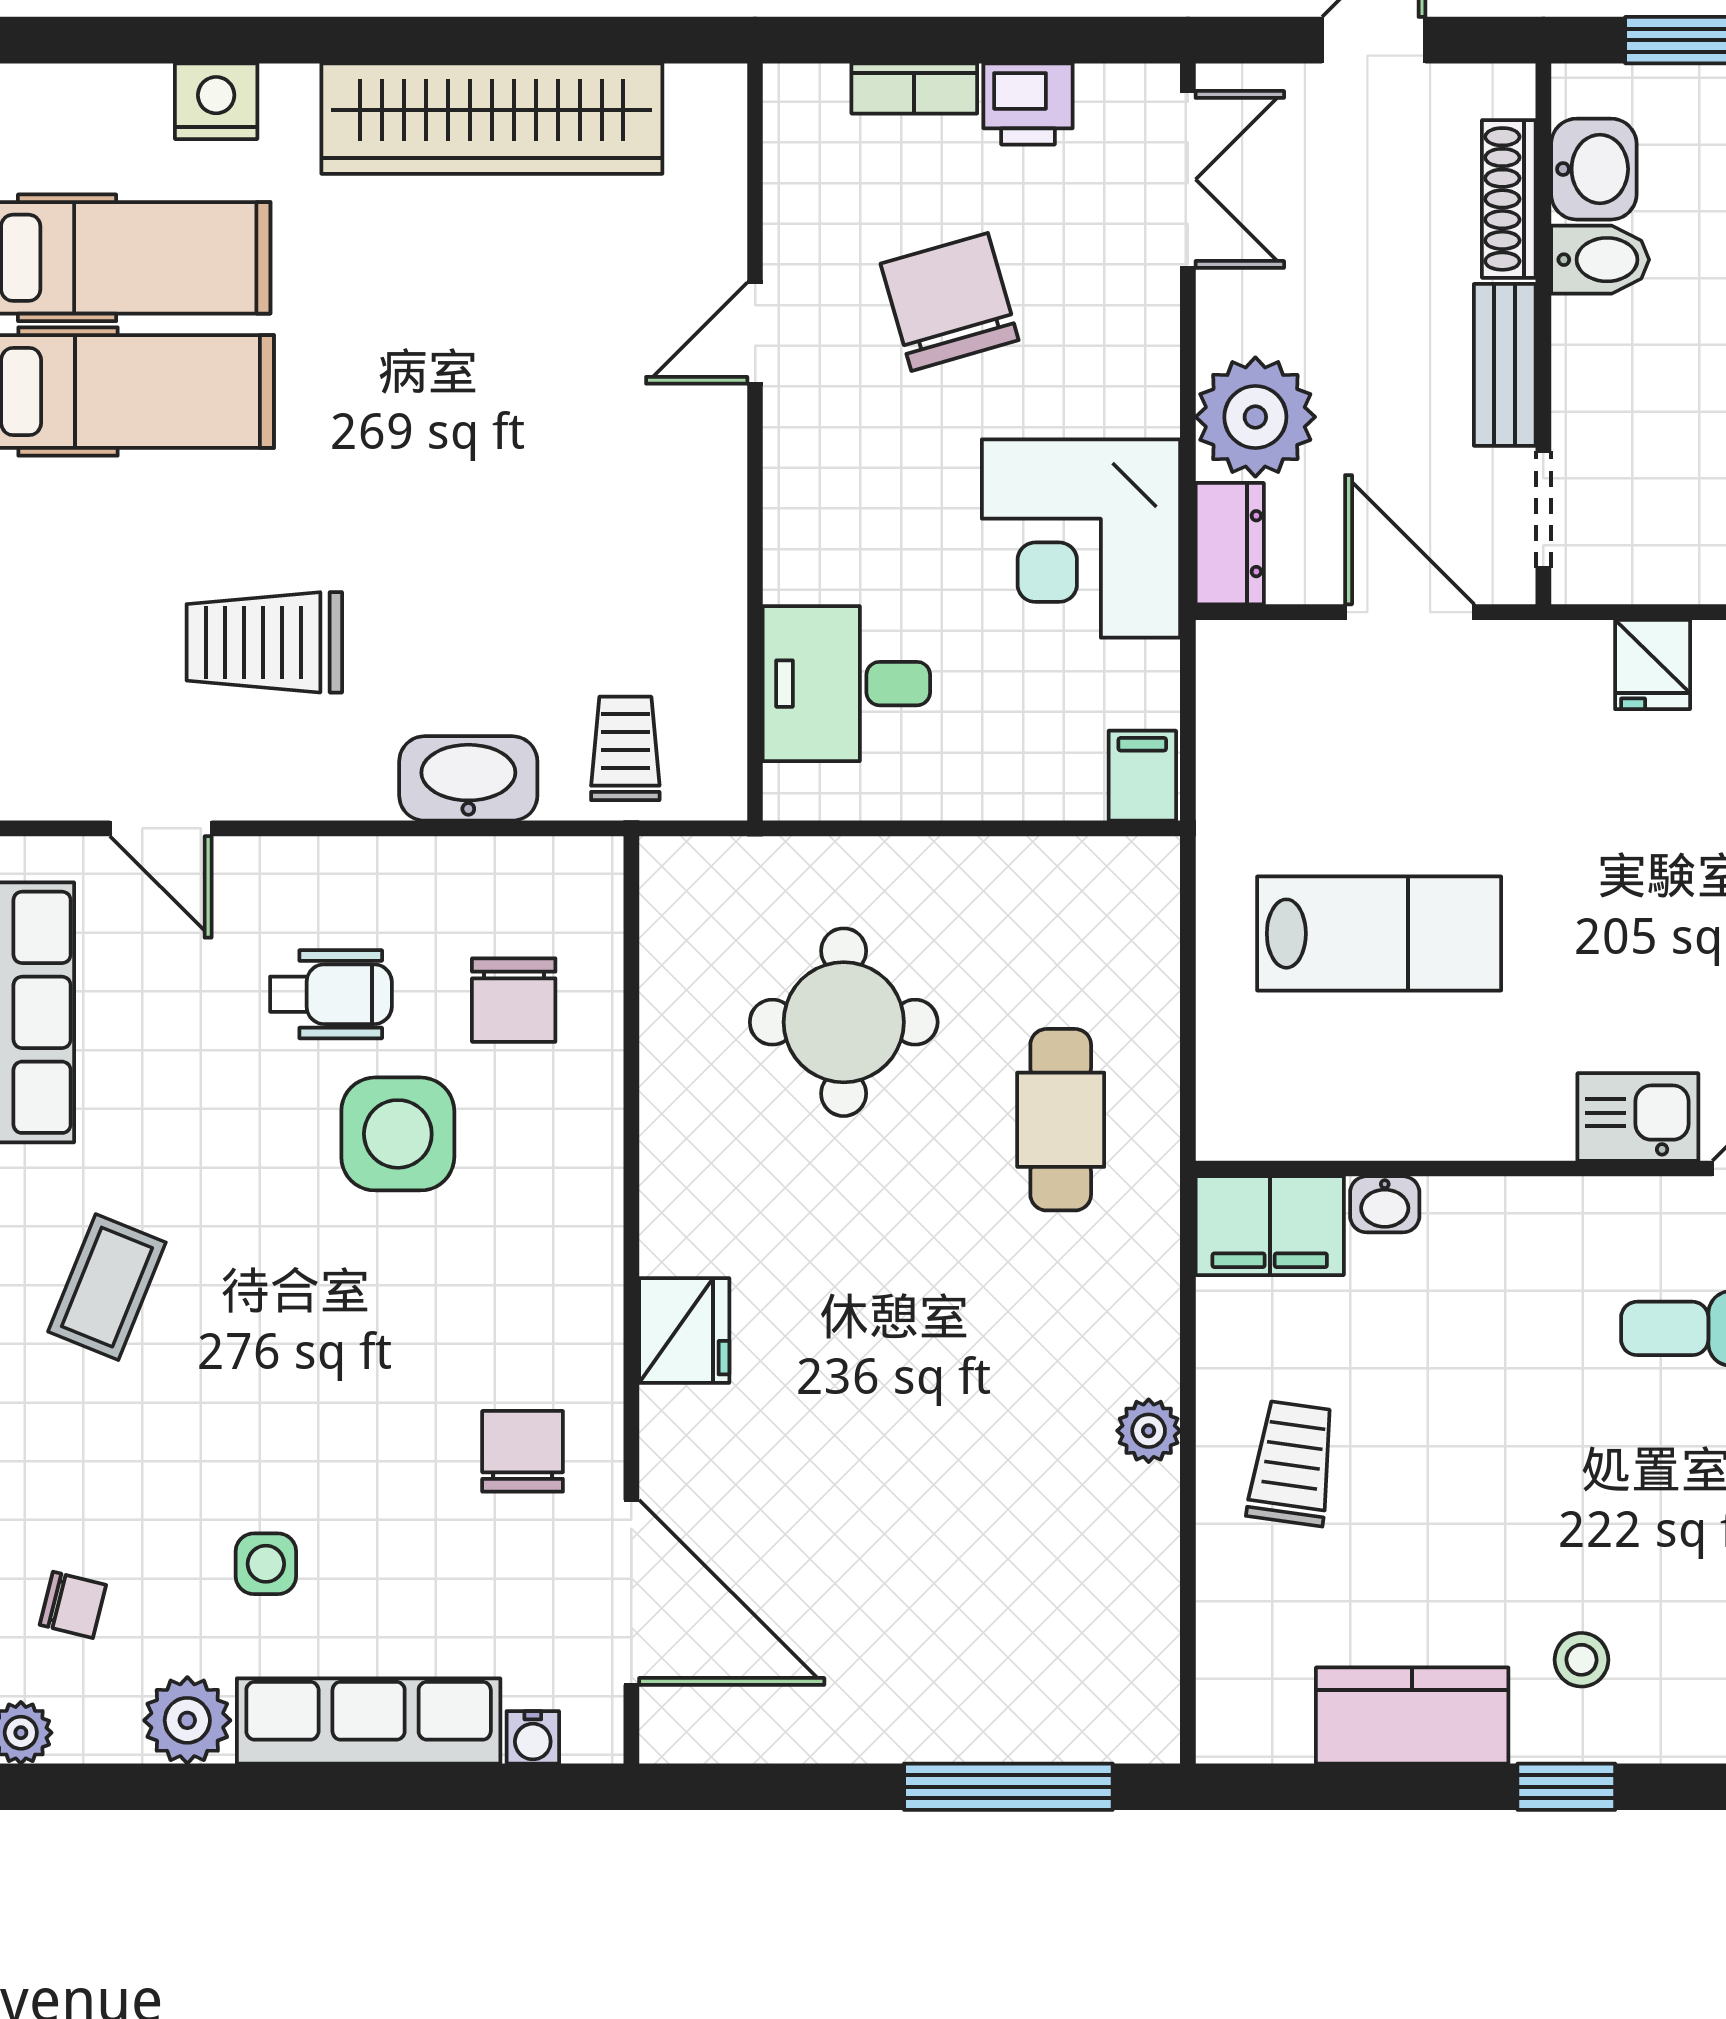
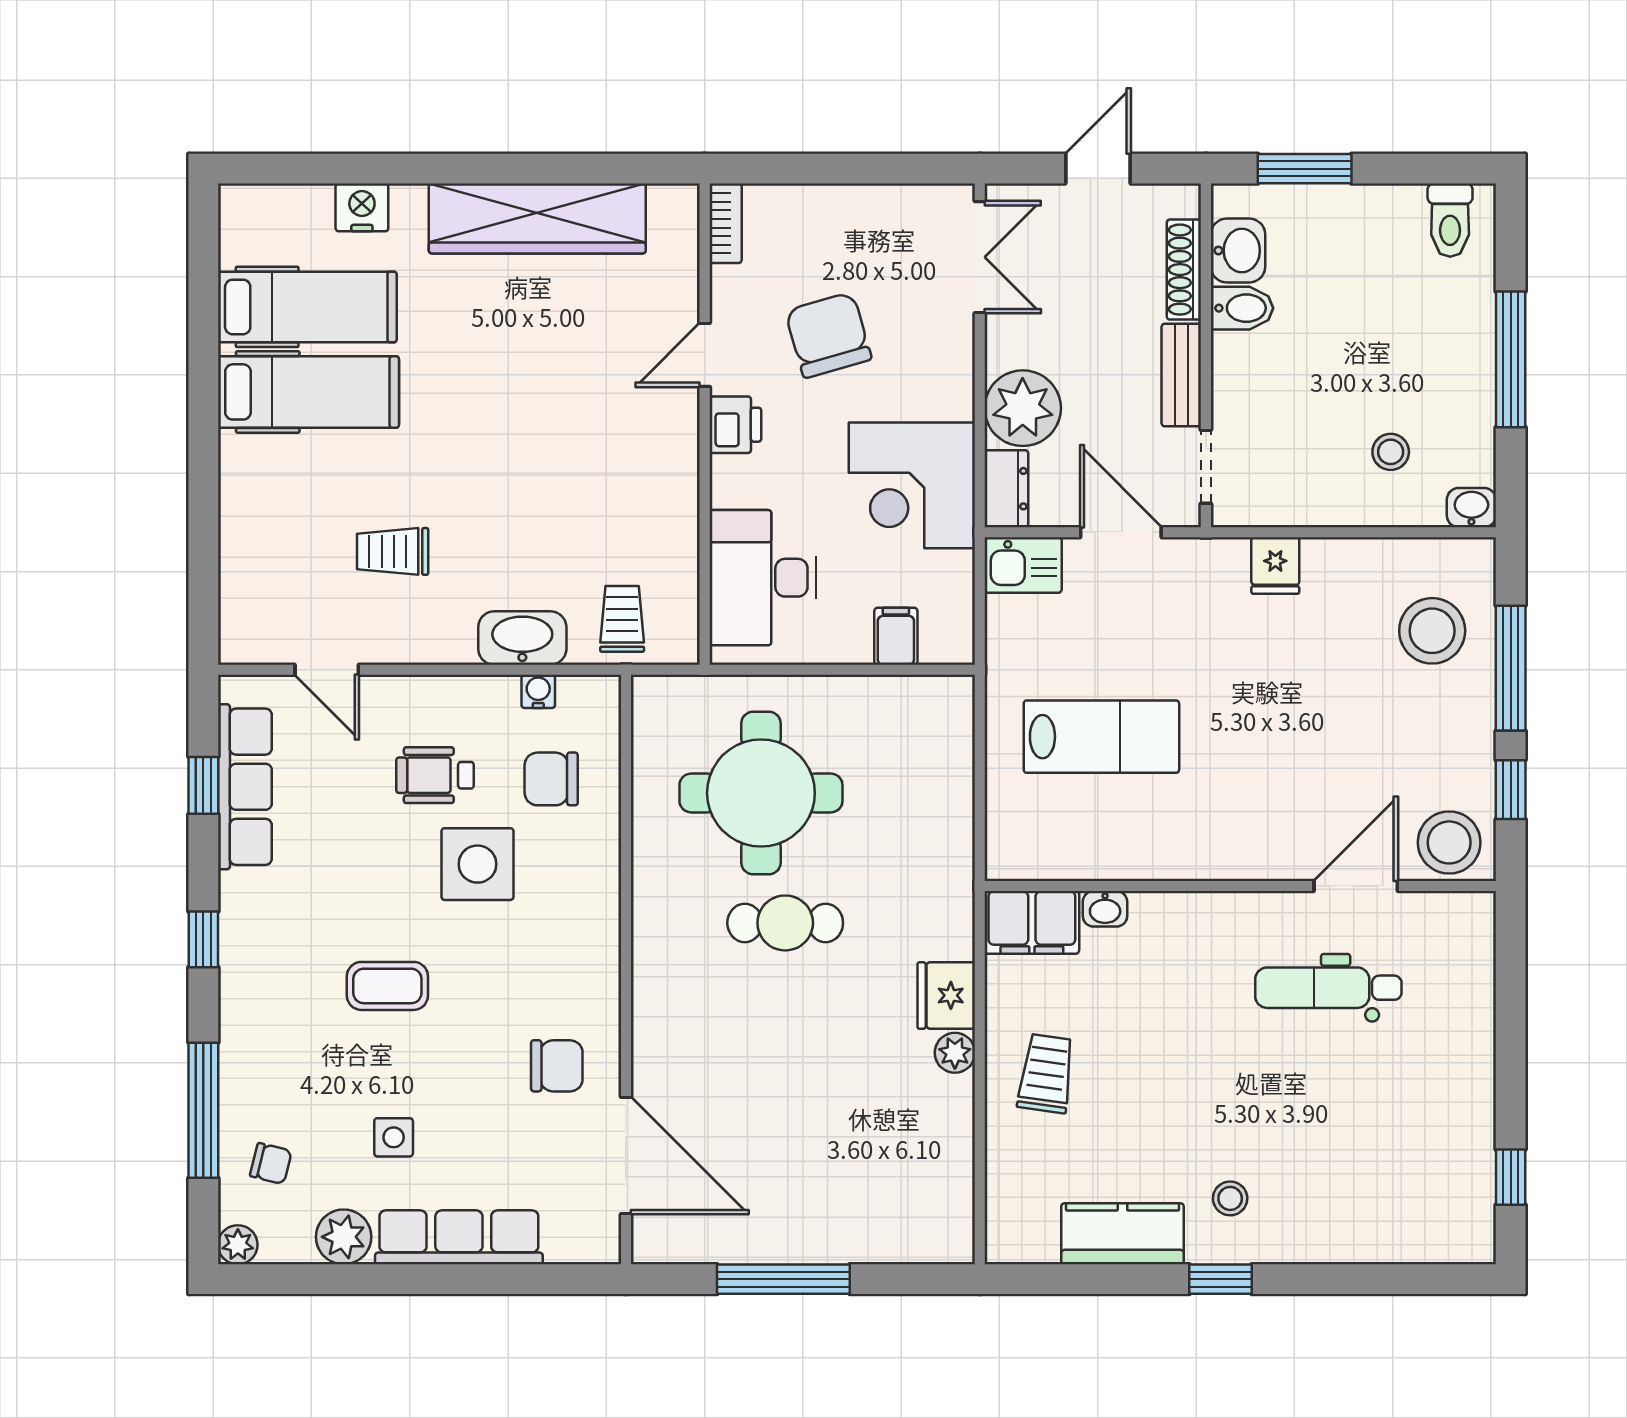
bookcase: (914, 88) -> (726, 223), moved, turned -90
printer: (1028, 104) -> (735, 425), moved, turned -90
trolley: (264, 642) -> (393, 551), width x0.73, depth x0.72
desk: (846, 684) -> (763, 578), width x1.37
filing cabinet: (1142, 776) -> (896, 636), moved
wheelchair: (331, 994) -> (435, 775), turned 180
chair: (514, 1000) -> (551, 779), turned 90
round table: (844, 1022) -> (761, 793), width x1.36, depth x1.36
kitchen sink: (1638, 1117) -> (1023, 565), moved, turned 180
cafe table: (1061, 1120) -> (785, 923), moved, turned 90
coffee table: (107, 1287) -> (387, 986), moved, turned 68
fridge: (684, 1330) -> (946, 995), moved, turned 180
chair: (523, 1451) -> (557, 1066), turned 90
water cooler: (533, 1737) -> (538, 691), moved, turned 180
window: (1008, 1787) -> (783, 1279), moved

